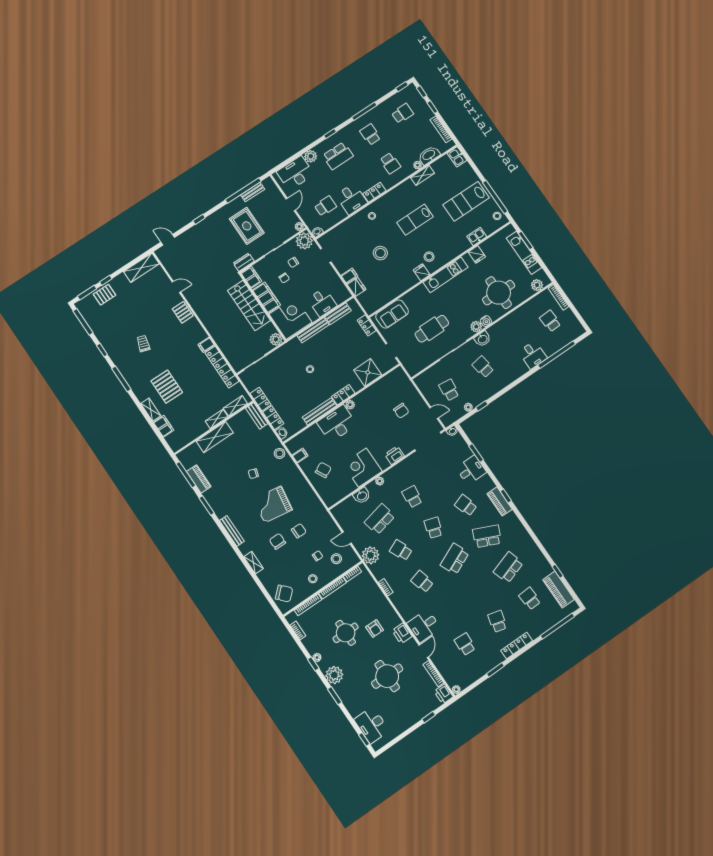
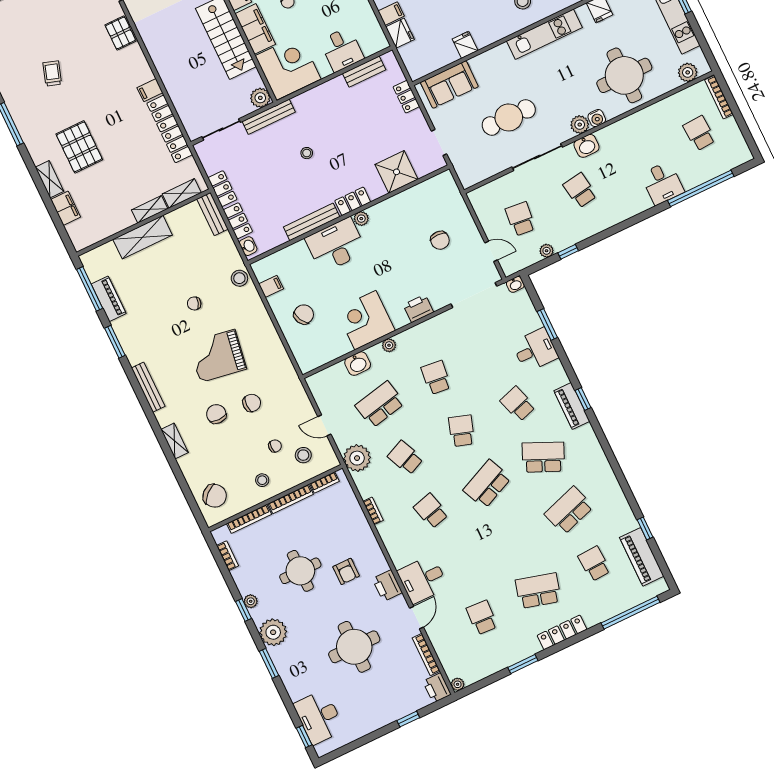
fridge: (422, 272) -> (465, 45), moved
bench: (313, 330) -> (269, 117), moved
school desk: (497, 621) -> (538, 591), width x1.85

